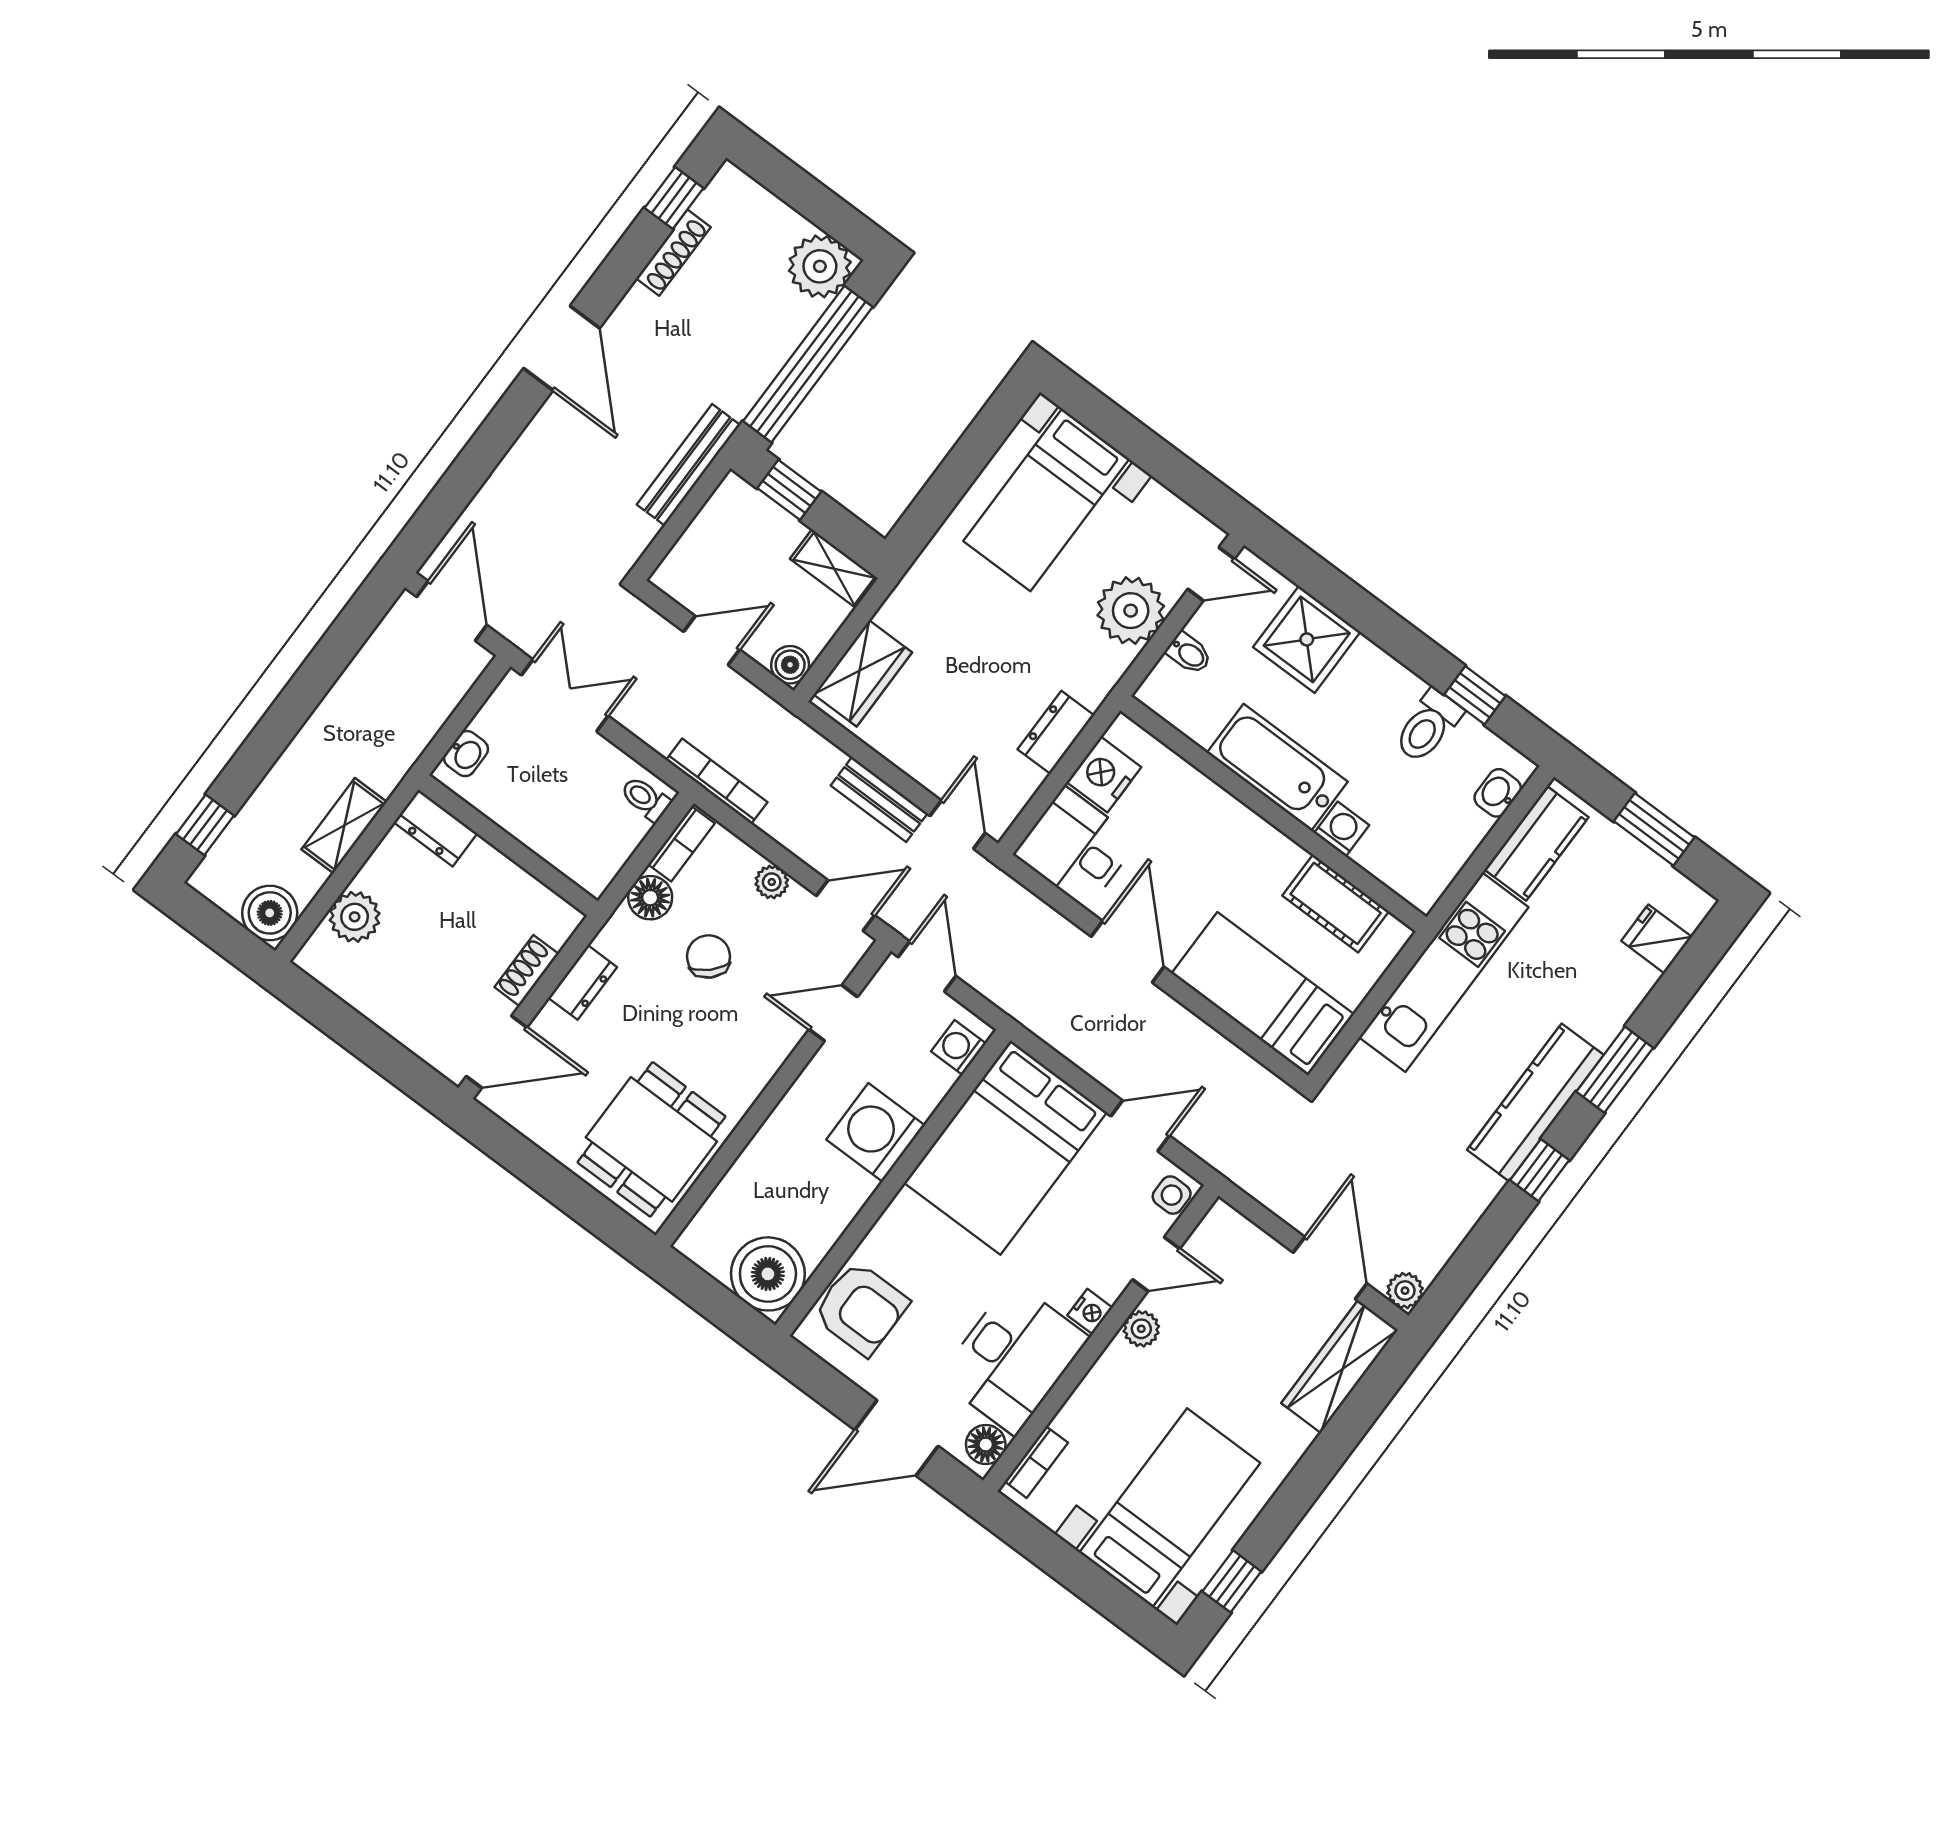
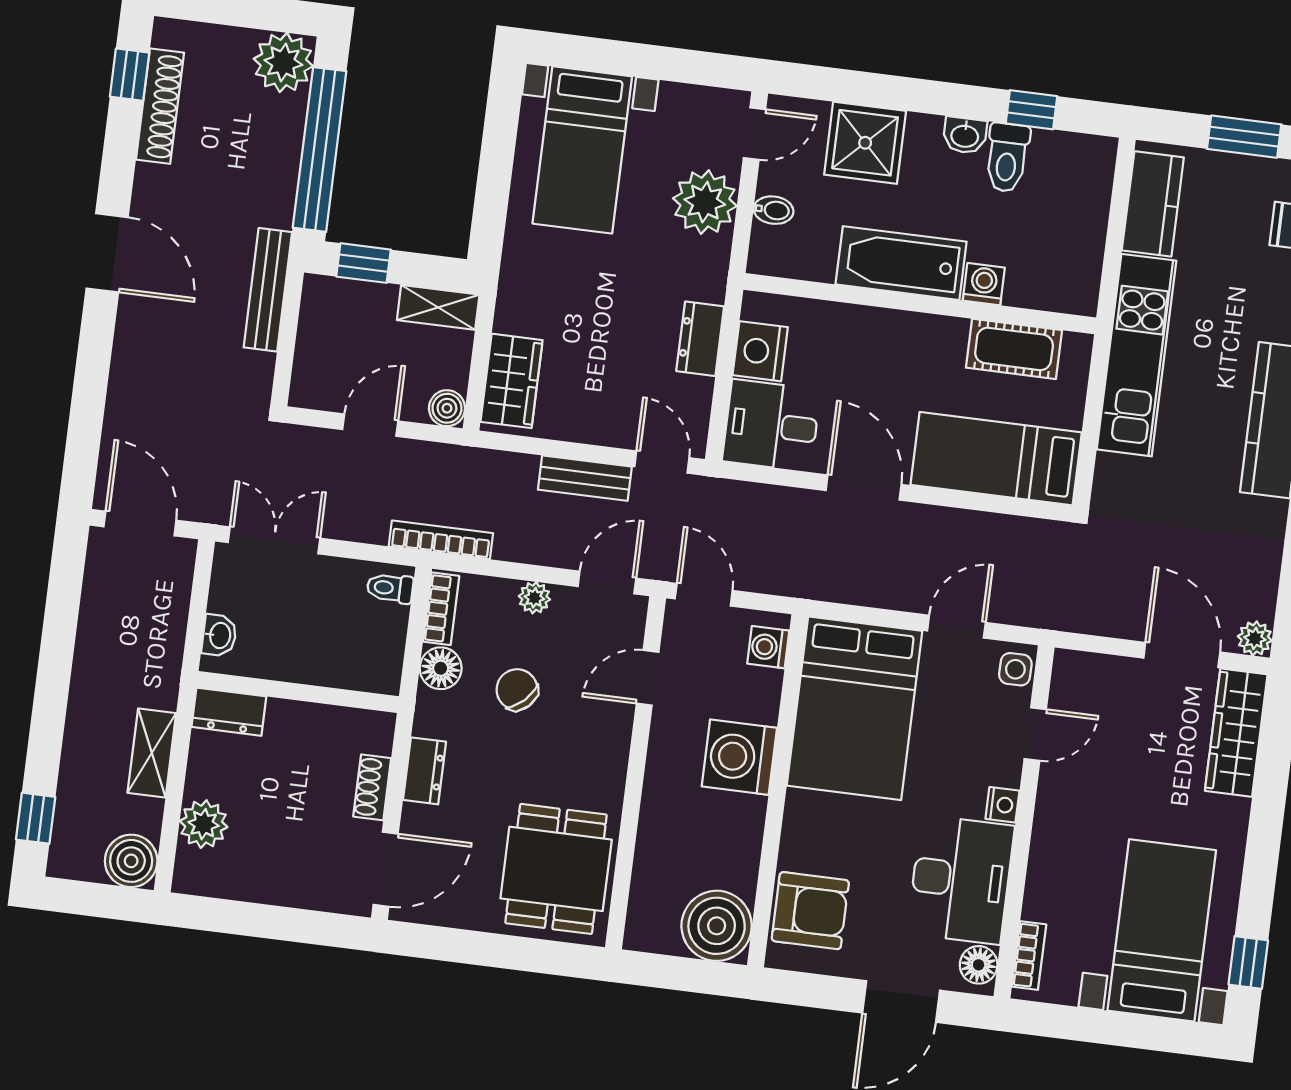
shoe rack: (673, 253) -> (160, 106), width x1.36, depth x1.24
washbasin: (1498, 793) -> (965, 135), moved, turned -90
plant: (1141, 1329) -> (1053, 795), removed

